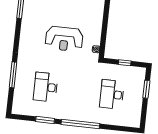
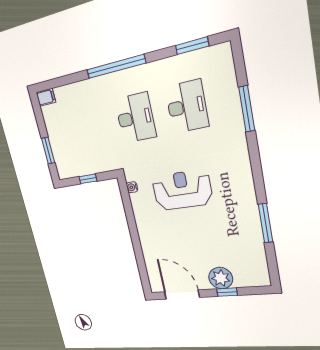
desk: (112, 94) -> (135, 118), moved
window: (45, 120) -> (192, 46), moved
filing cabinet: (134, 123) -> (46, 97), added

